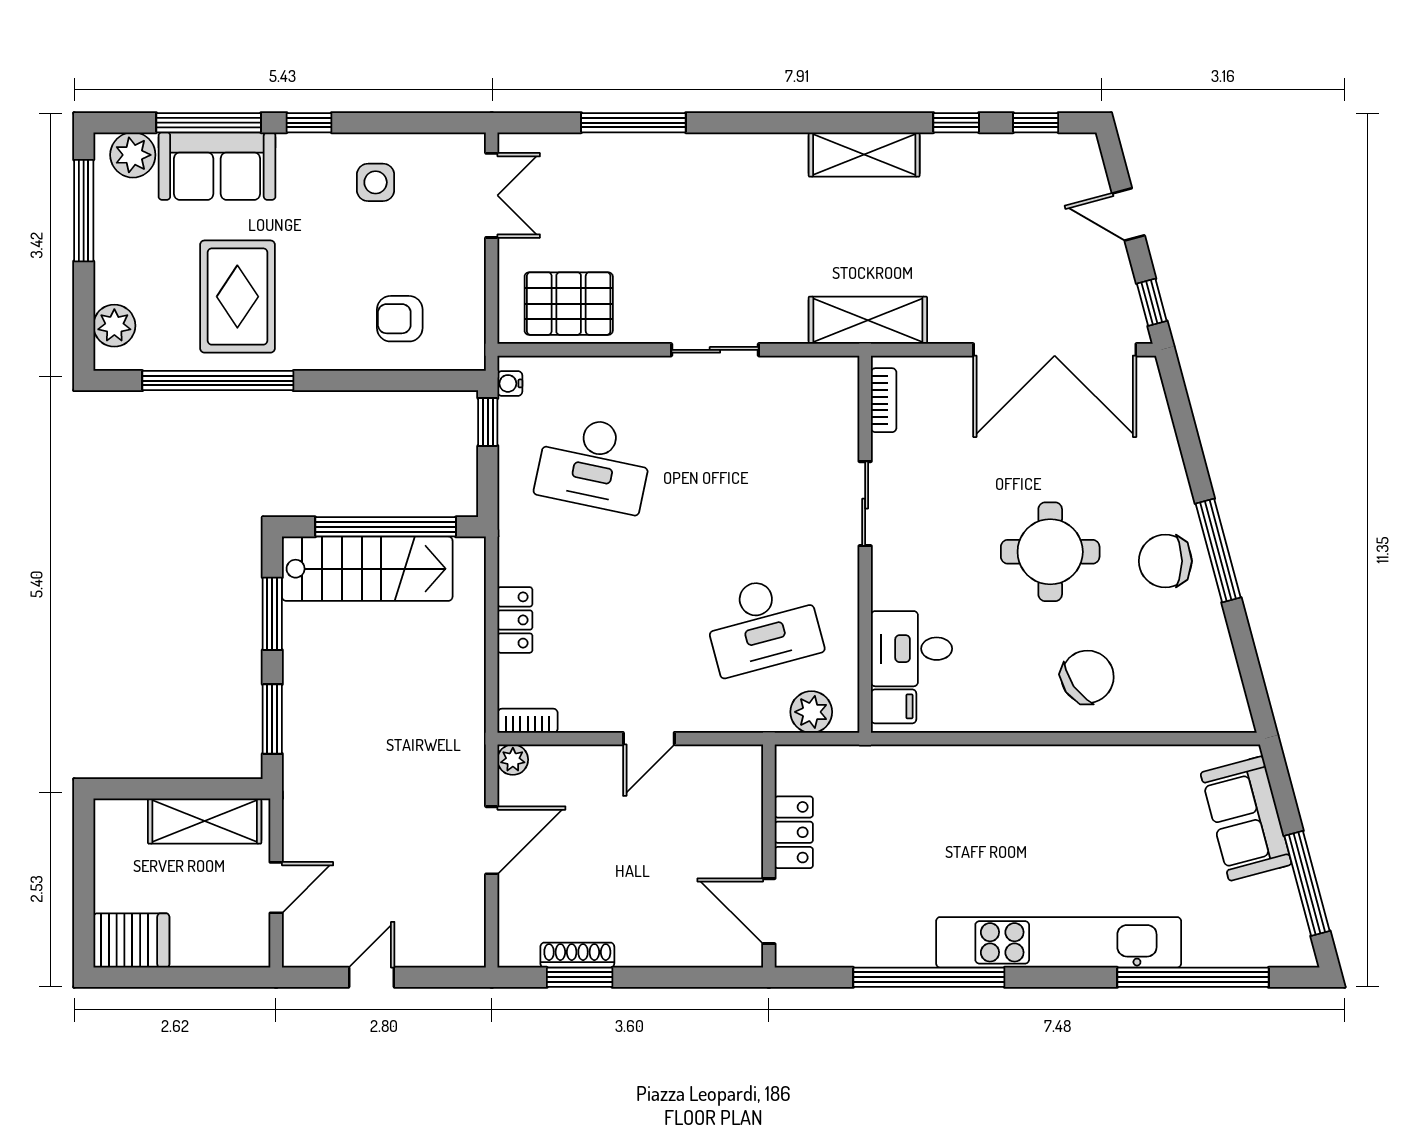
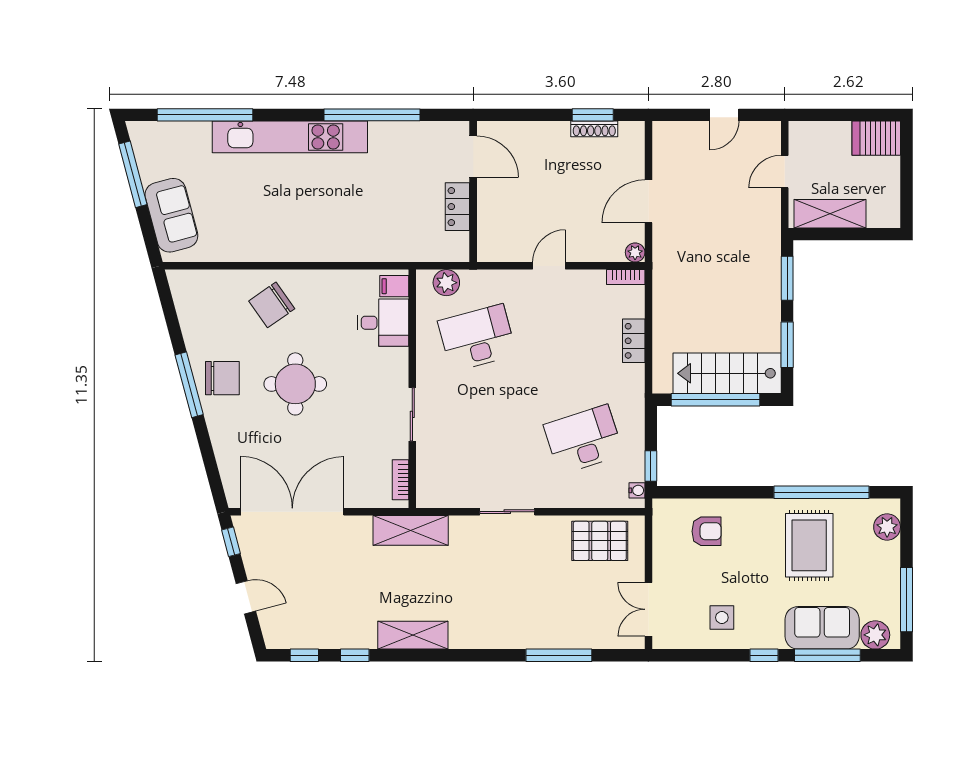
desk: (594, 464) -> (584, 440), turned -30

